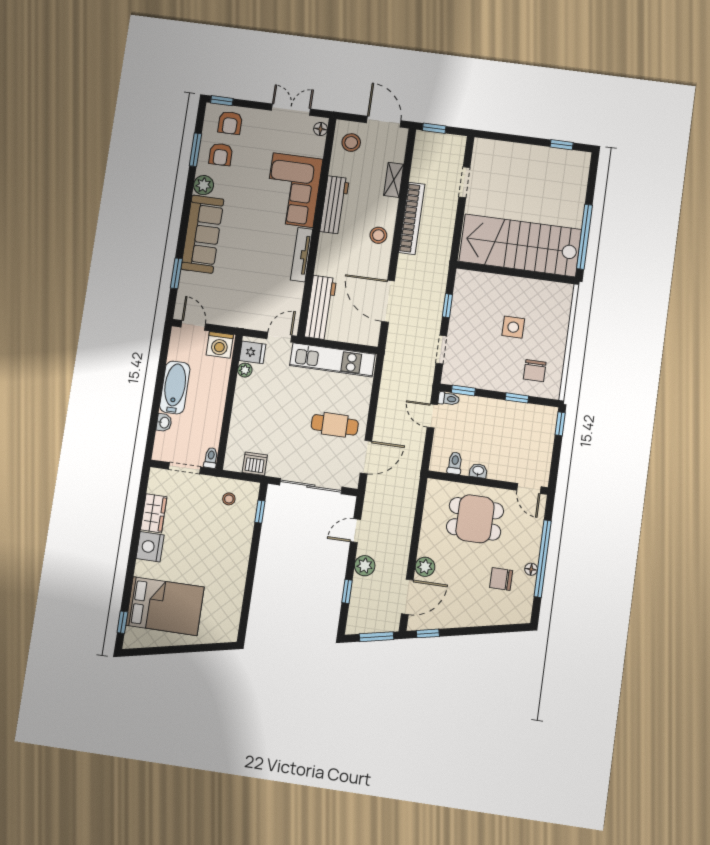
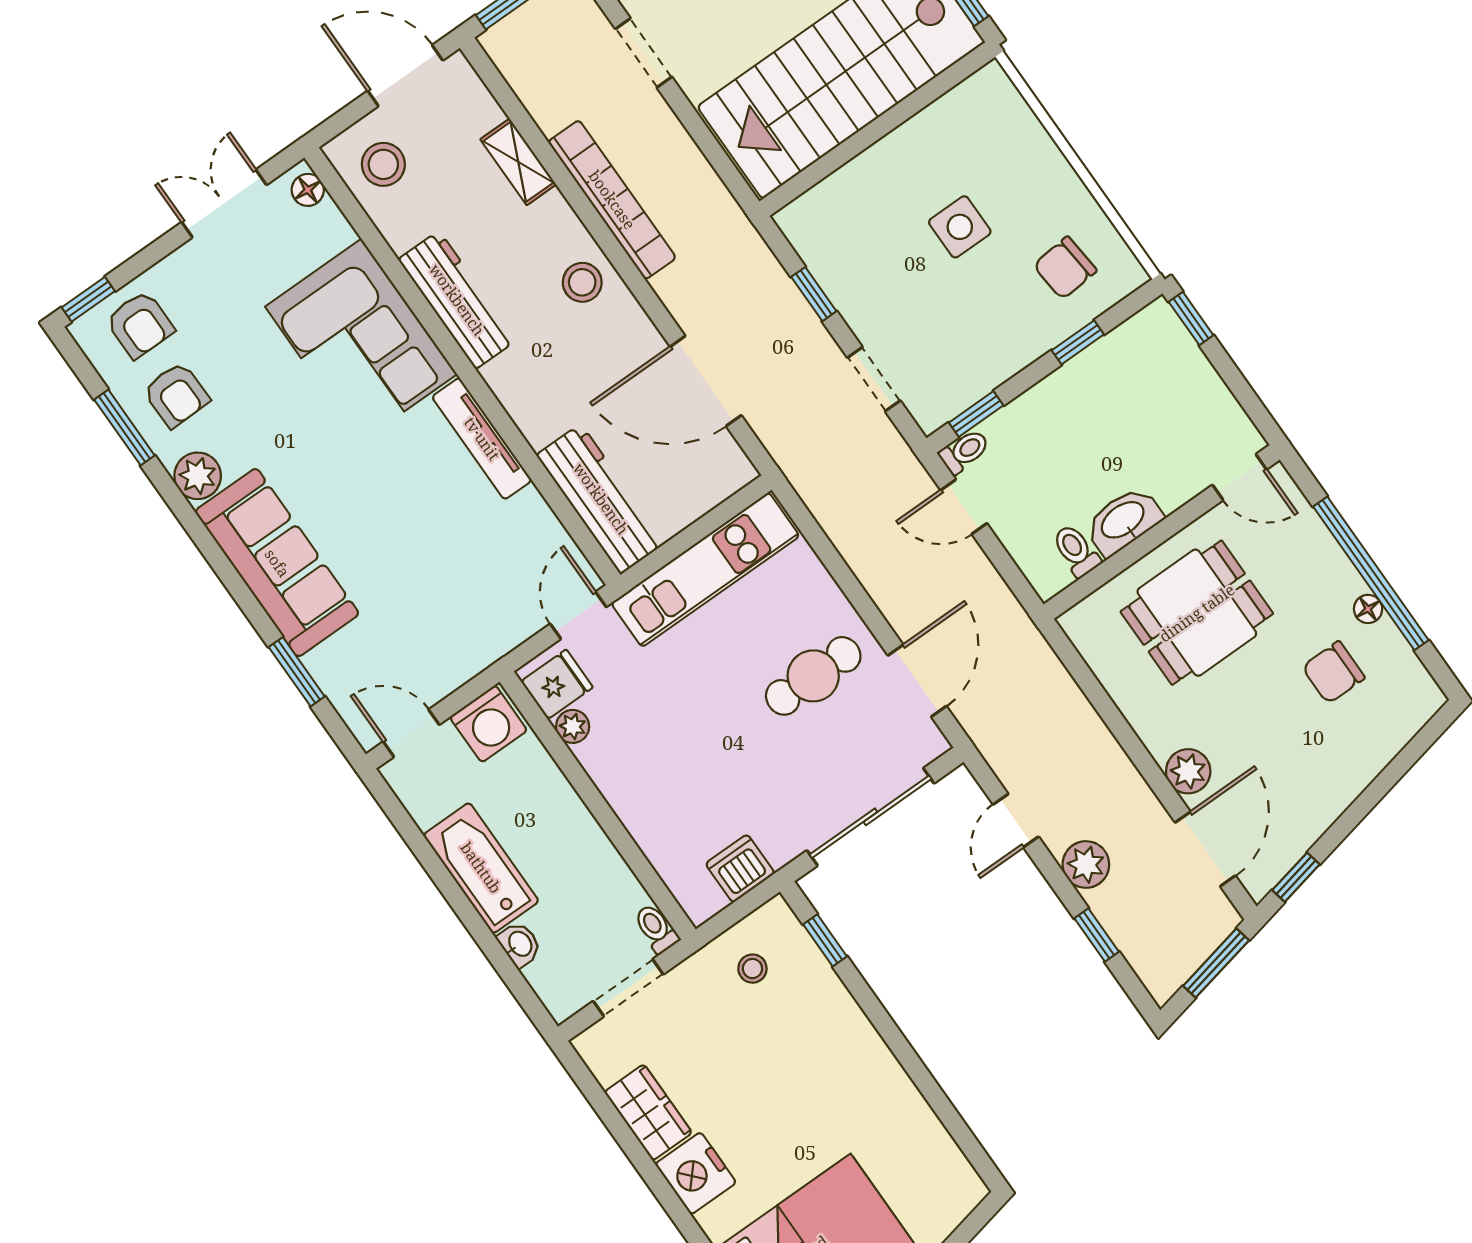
chair: (535, 371) -> (1065, 268), turned 85
washbasin: (478, 471) -> (1123, 521), width x1.91, depth x1.45

